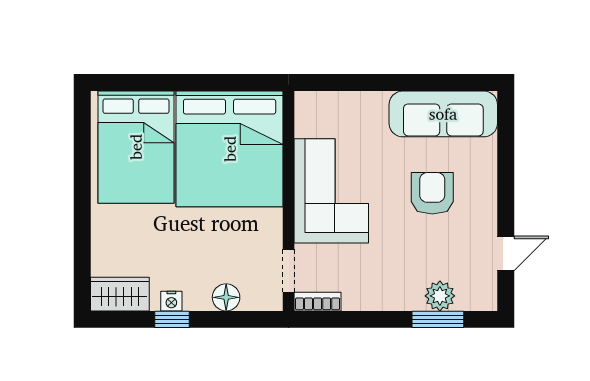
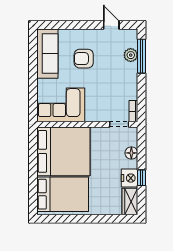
corner sofa: (331, 191) -> (61, 105), moved
nightstand: (171, 301) -> (129, 178), width x1.89, depth x1.79
window: (438, 319) -> (141, 56), width x1.44

